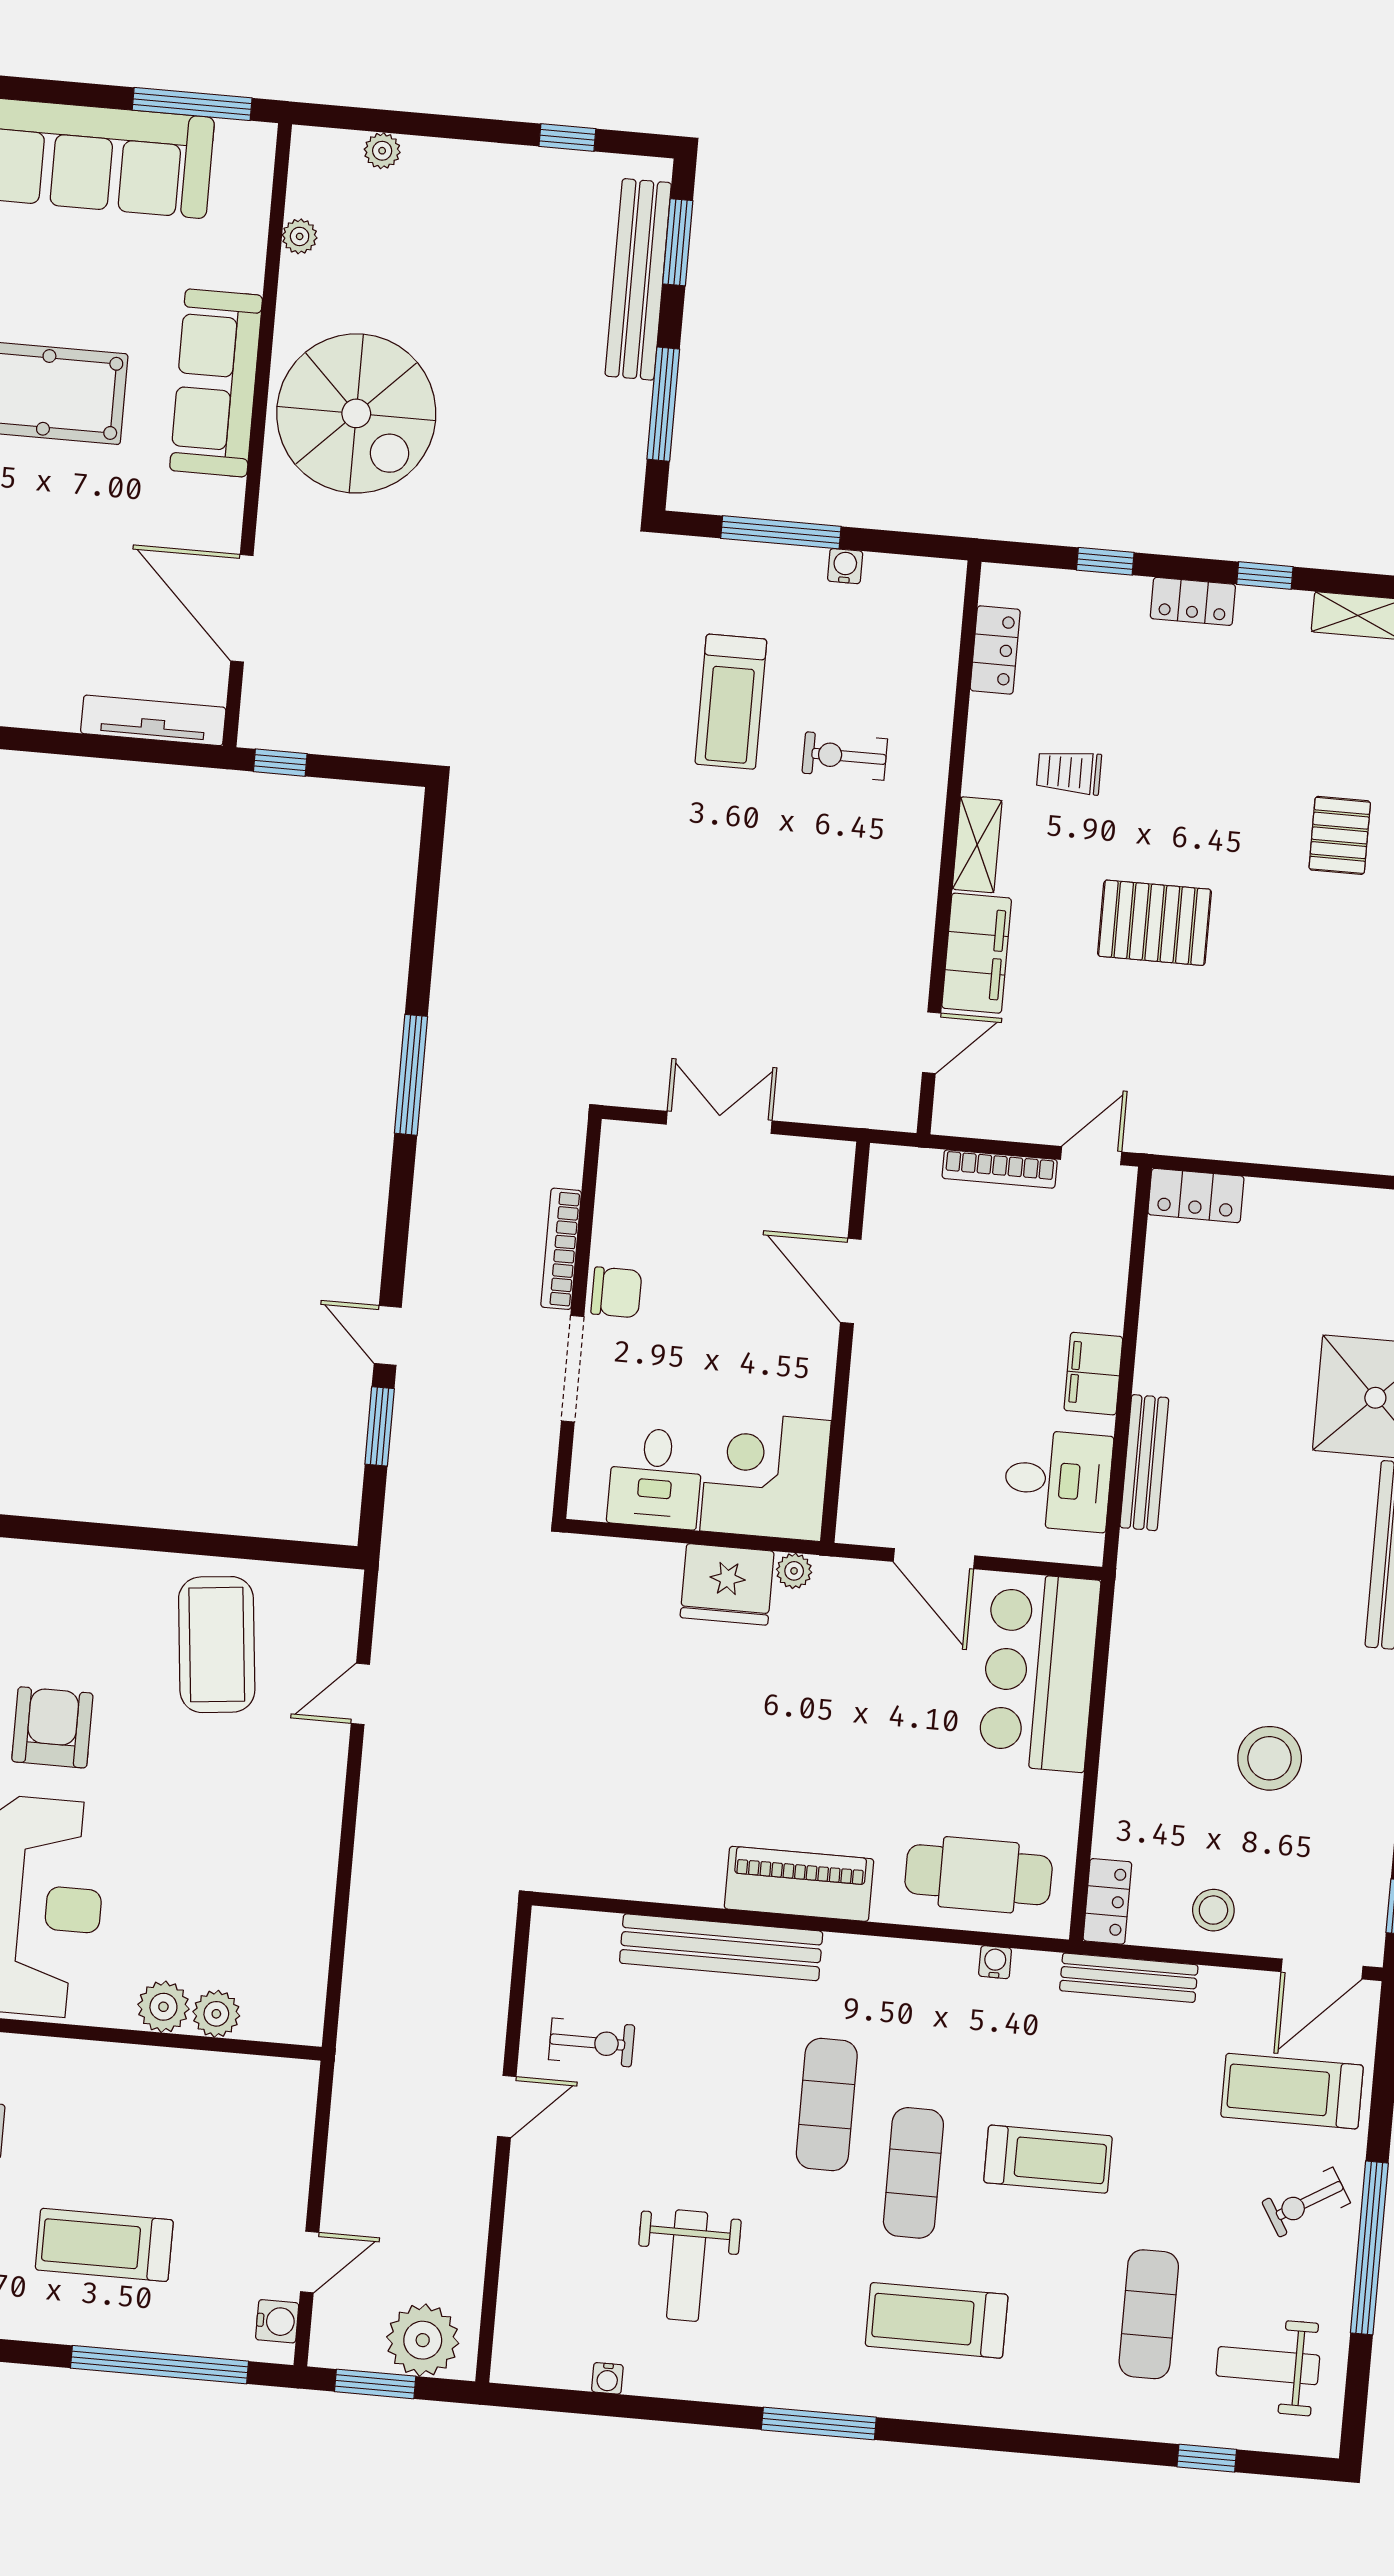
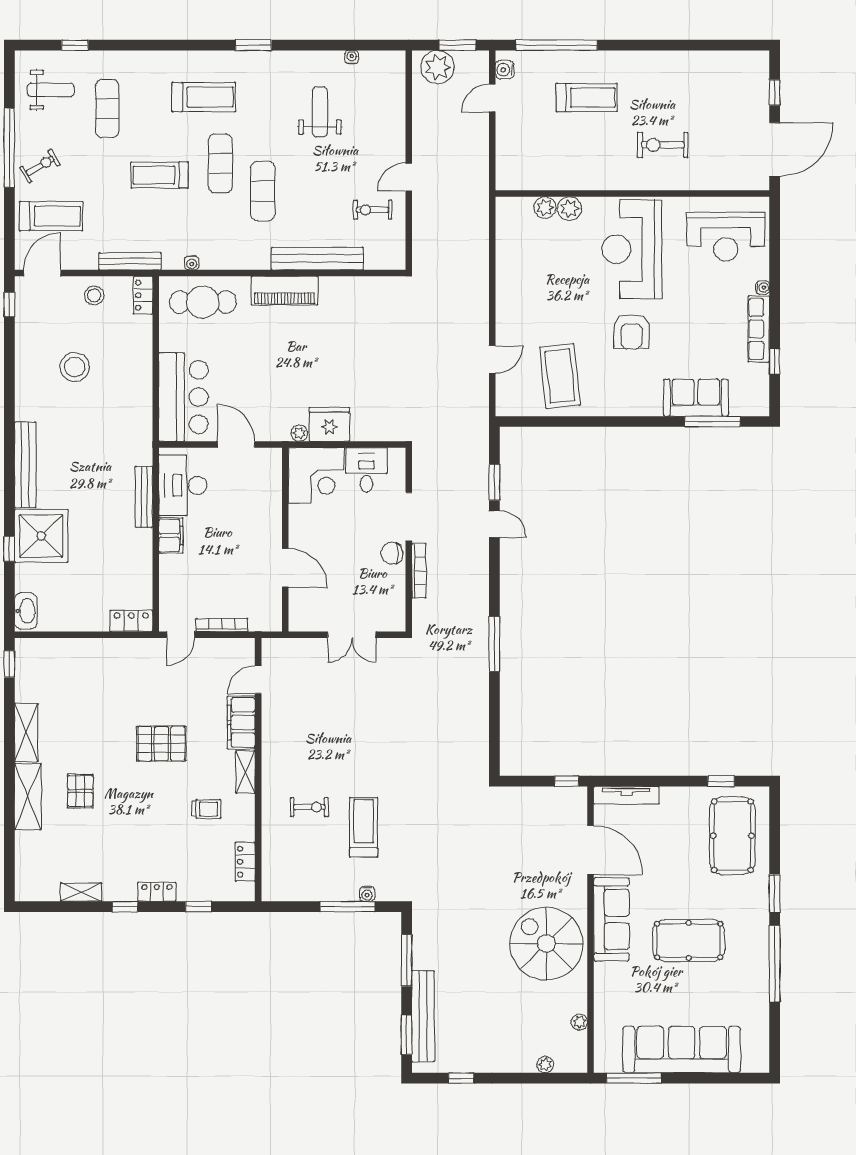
sofa: (216, 383) -> (611, 919), moved
water cooler: (845, 566) -> (367, 894), moved
desk: (1058, 1480) -> (183, 485), width x1.37
window: (819, 2424) -> (253, 45), width x0.69

